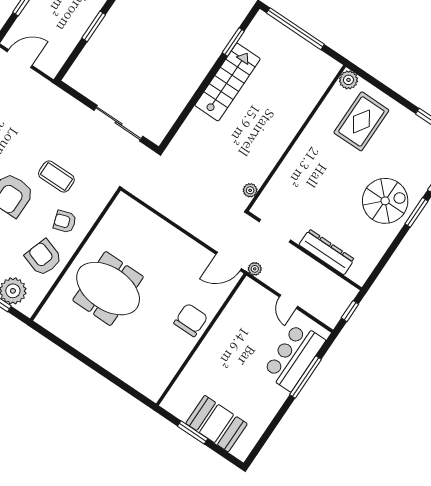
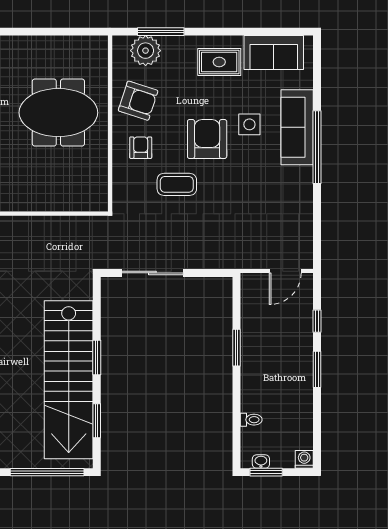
stairs: (228, 82) -> (69, 380), width x1.86, depth x1.51
window: (202, 89) -> (97, 358), added
armchair: (65, 222) -> (141, 148), turned -72

